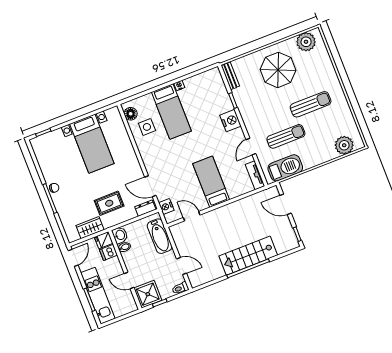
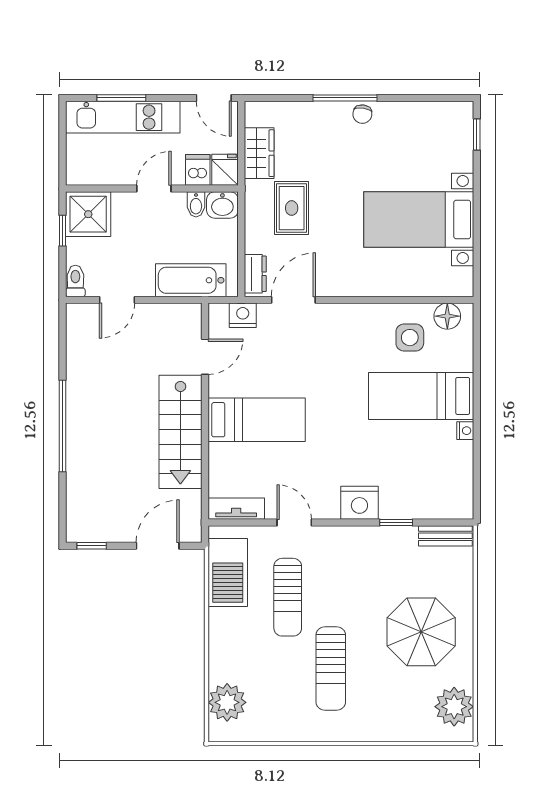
stairs: (248, 256) -> (180, 432), moved, turned 180
door: (129, 280) -> (154, 189), moved

